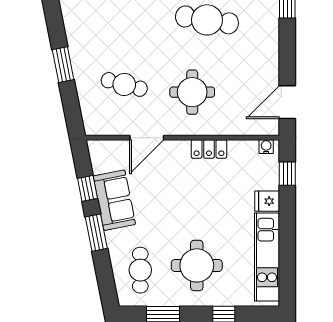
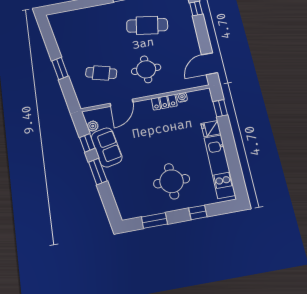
water cooler: (266, 147) -> (182, 97), moved
plant: (99, 165) -> (93, 126), added
cafe table: (140, 270) -> (133, 192), removed

